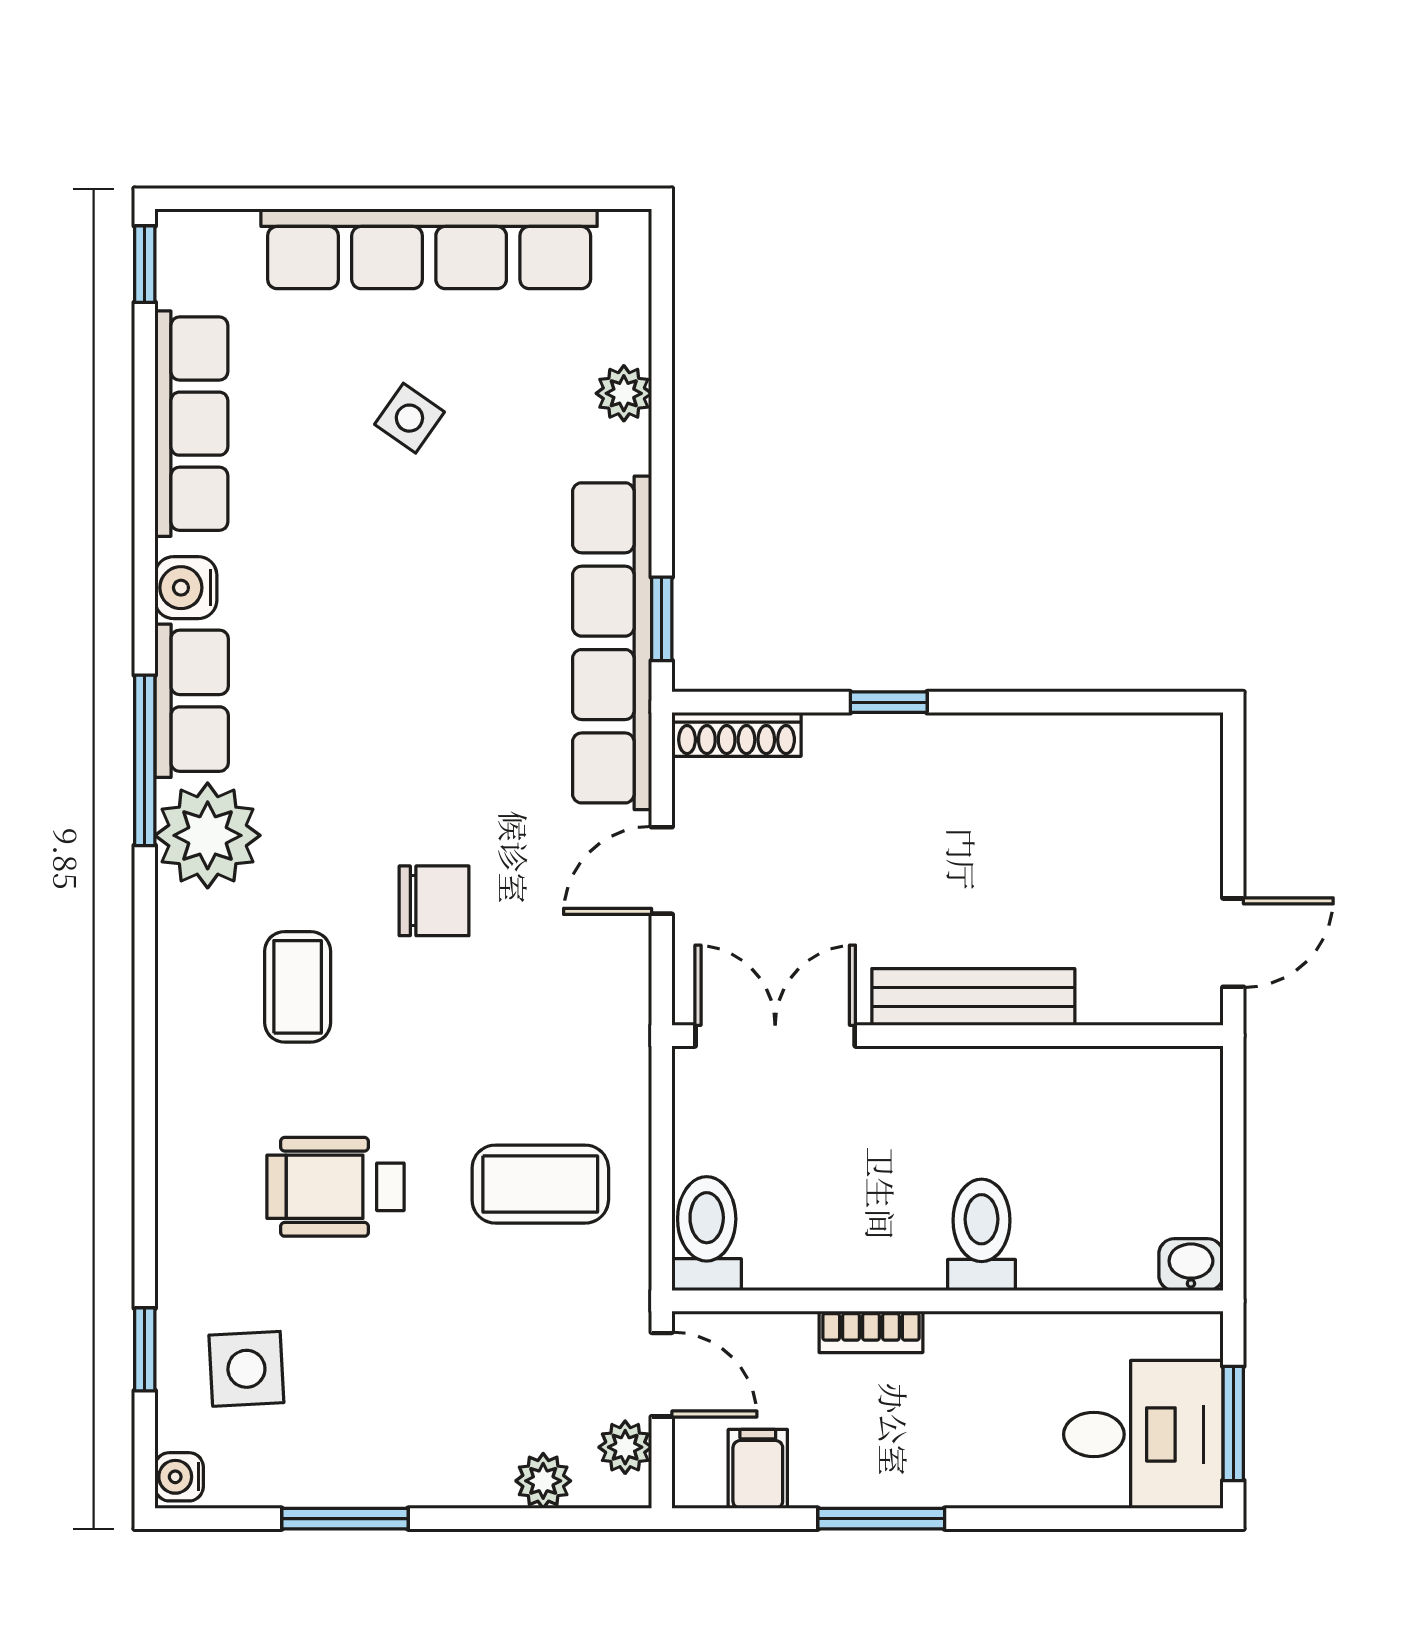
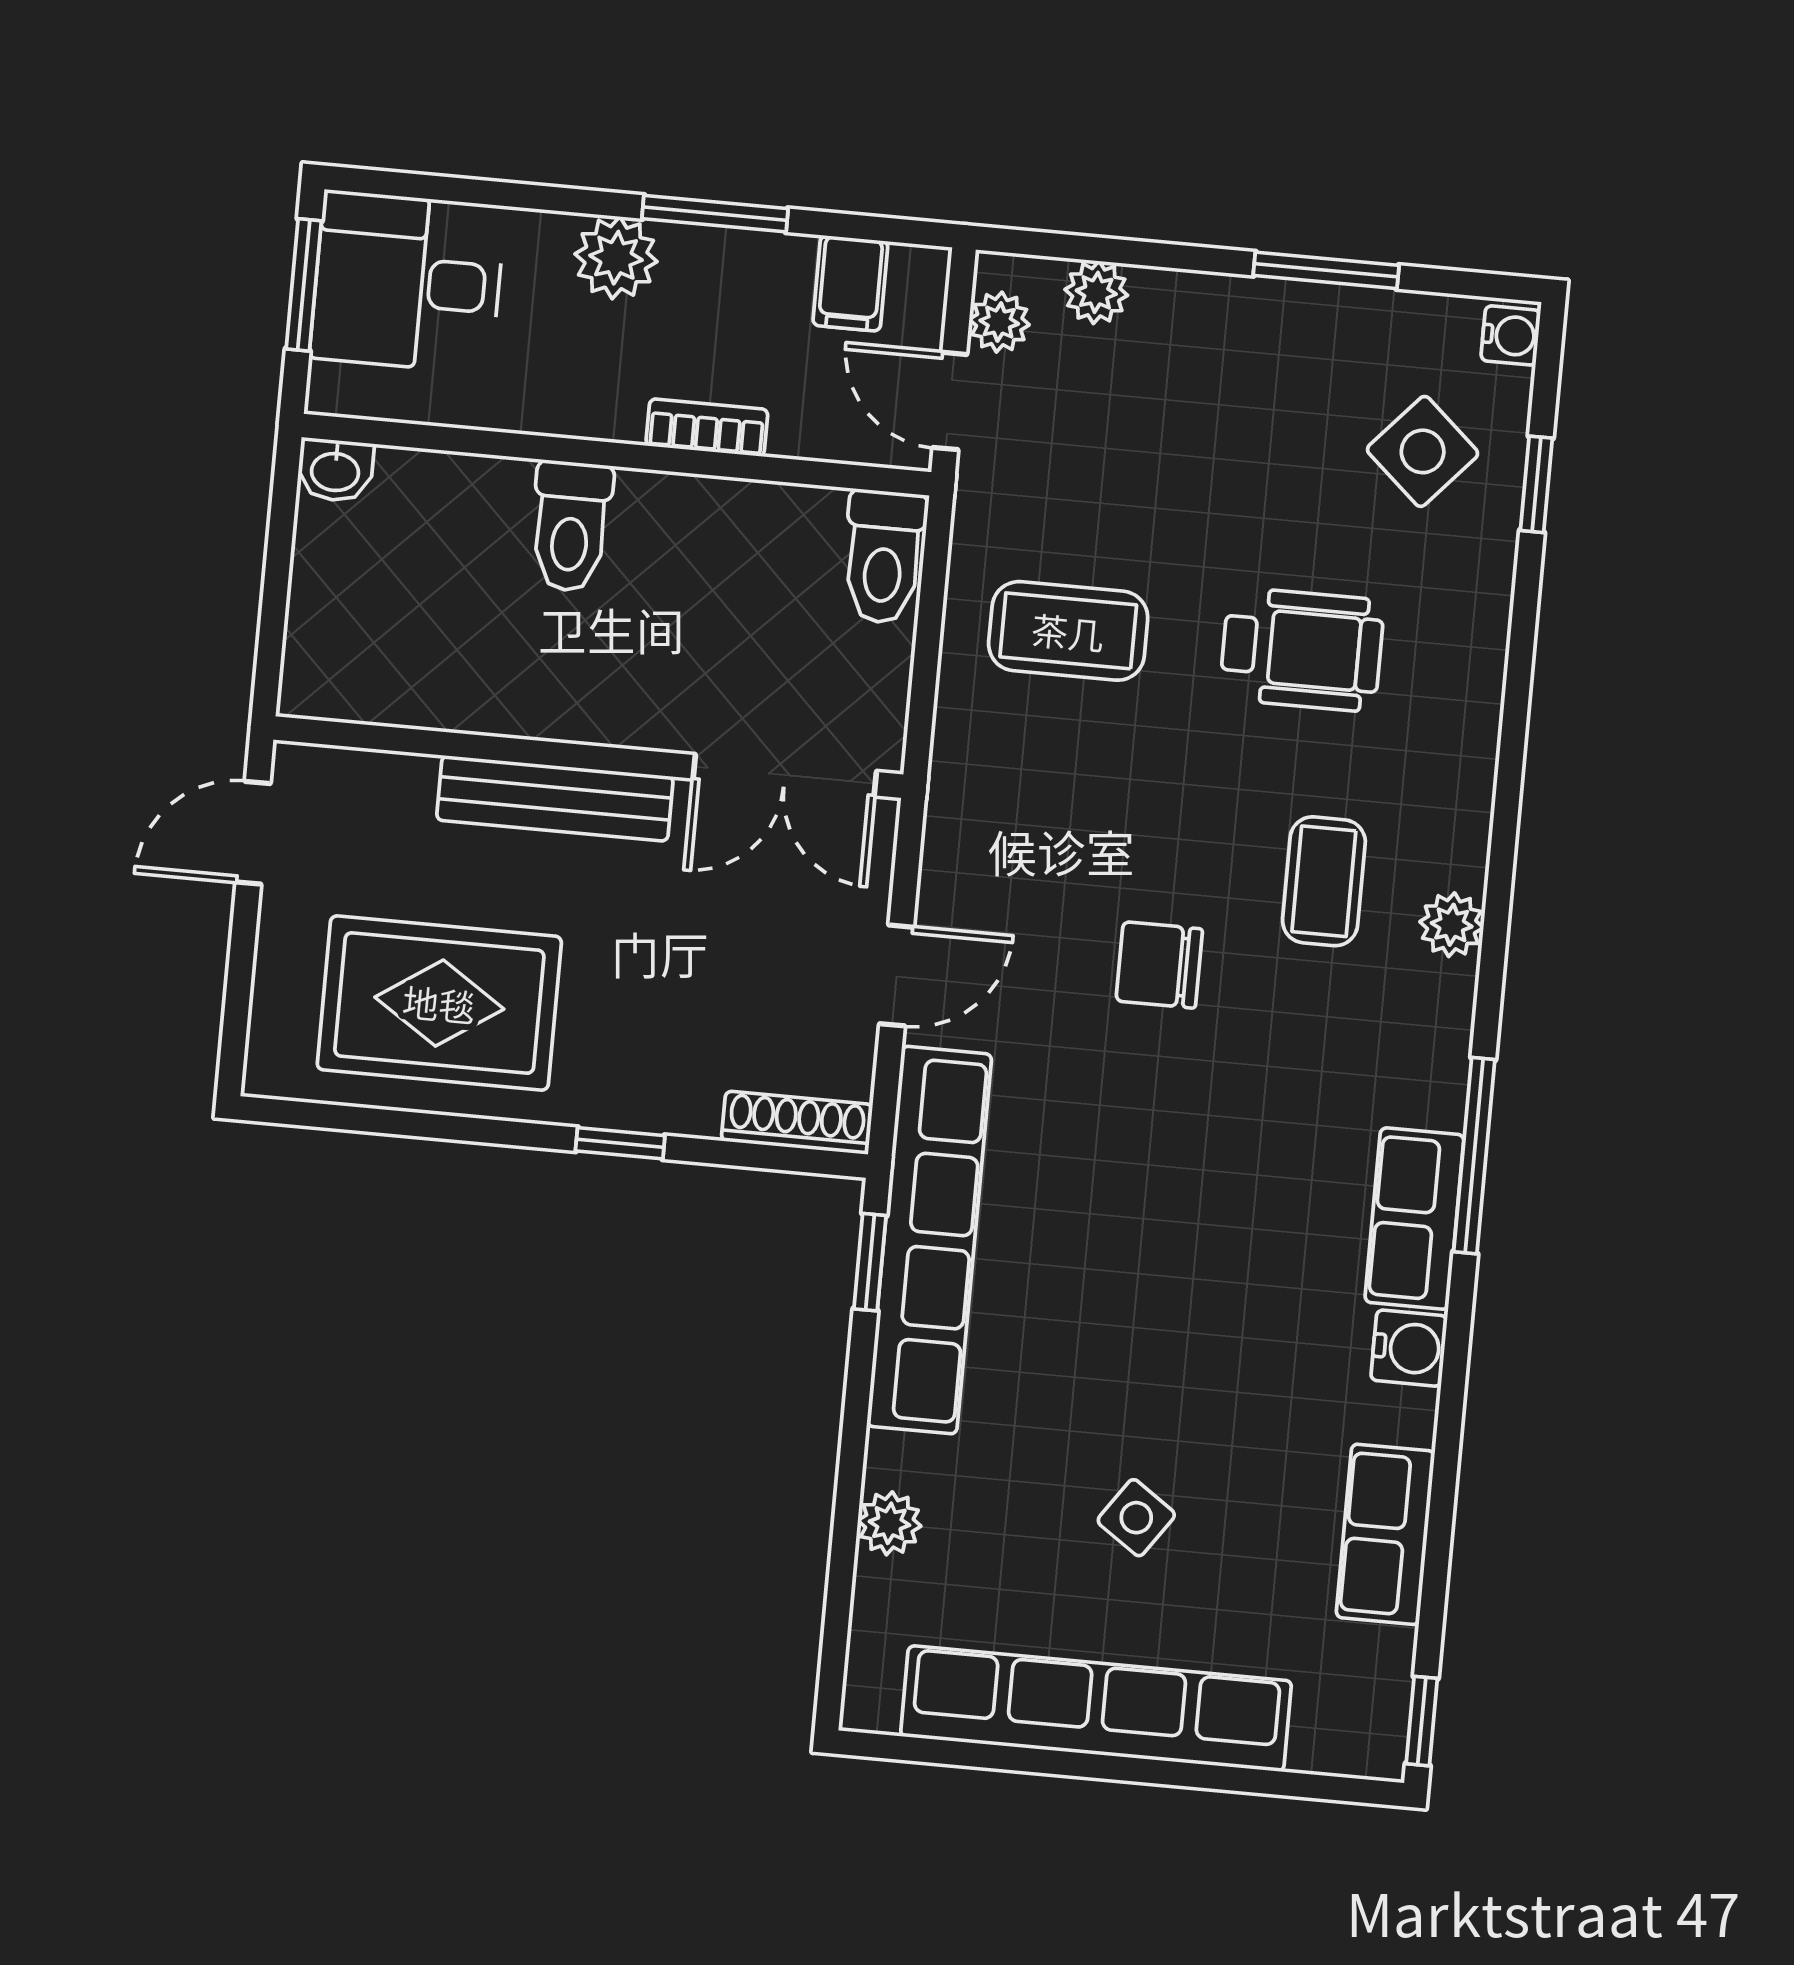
row of seats: (191, 424) -> (1385, 1534), width x0.68
rug: (1057, 810) -> (439, 1003), added
plant: (208, 835) -> (1452, 925), moved, width x0.53, depth x0.53
side table: (246, 1369) -> (1423, 451), turned 45
plant: (964, 1472) -> (616, 258), added

